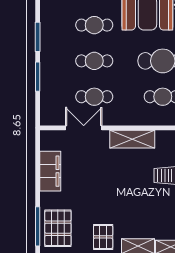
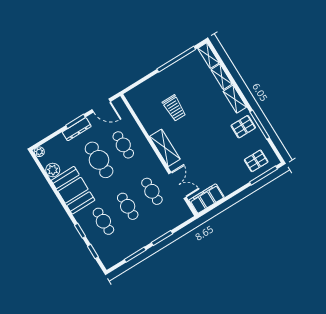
double door: (84, 128) -> (177, 185), swing flipped
filing cabinet: (50, 171) -> (207, 199), moved
pallet: (58, 228) -> (256, 161), width x0.67, depth x0.71

